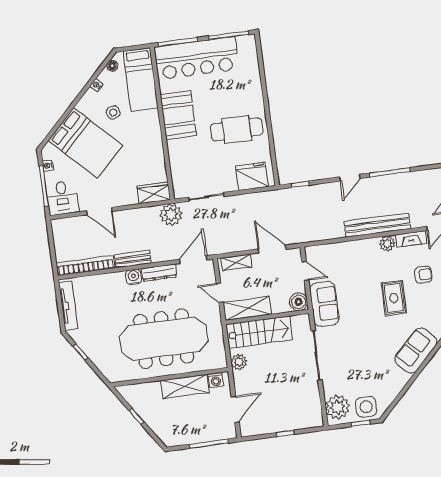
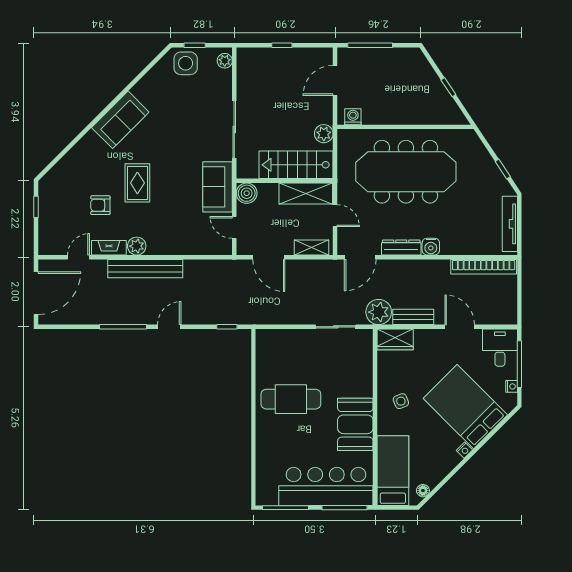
nightstand: (97, 85) -> (464, 450), moved
side table: (113, 112) -> (401, 401), moved
fridge: (252, 176) -> (281, 343), removed
bench: (133, 259) -> (413, 317), moved
shelving: (185, 386) -> (389, 114), removed
plant: (338, 407) -> (225, 61), width x0.53, depth x0.53

